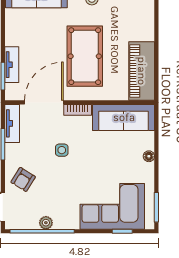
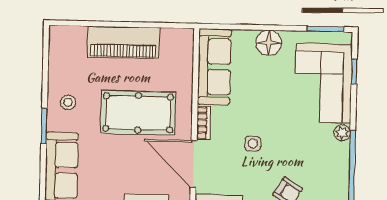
piano: (142, 71) -> (124, 42), moved
floor lamp: (149, 156) -> (269, 43), width x1.89, depth x1.89
plant: (46, 223) -> (342, 133), moved

